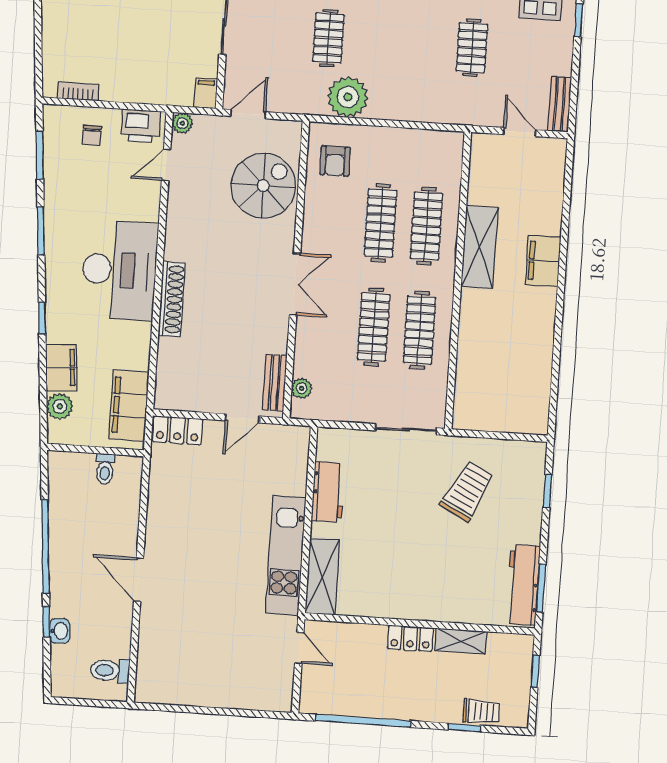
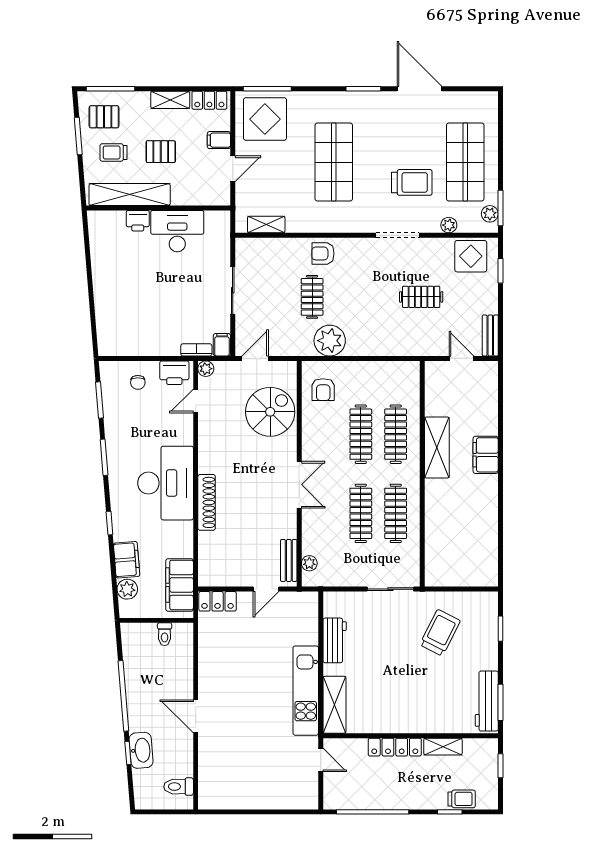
clothes rail: (472, 48) -> (421, 297), turned 90
bookcase: (78, 91) -> (196, 350), moved
washbasin: (60, 631) -> (141, 750), width x1.91, depth x1.45
locker: (410, 638) -> (395, 747), width x1.53

